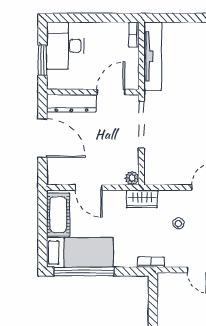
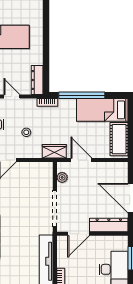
plant: (132, 178) -> (62, 177), moved
door: (89, 188) -> (81, 160), moved
window: (84, 272) -> (82, 95), moved
dresser: (164, 291) -> (37, 80), added

